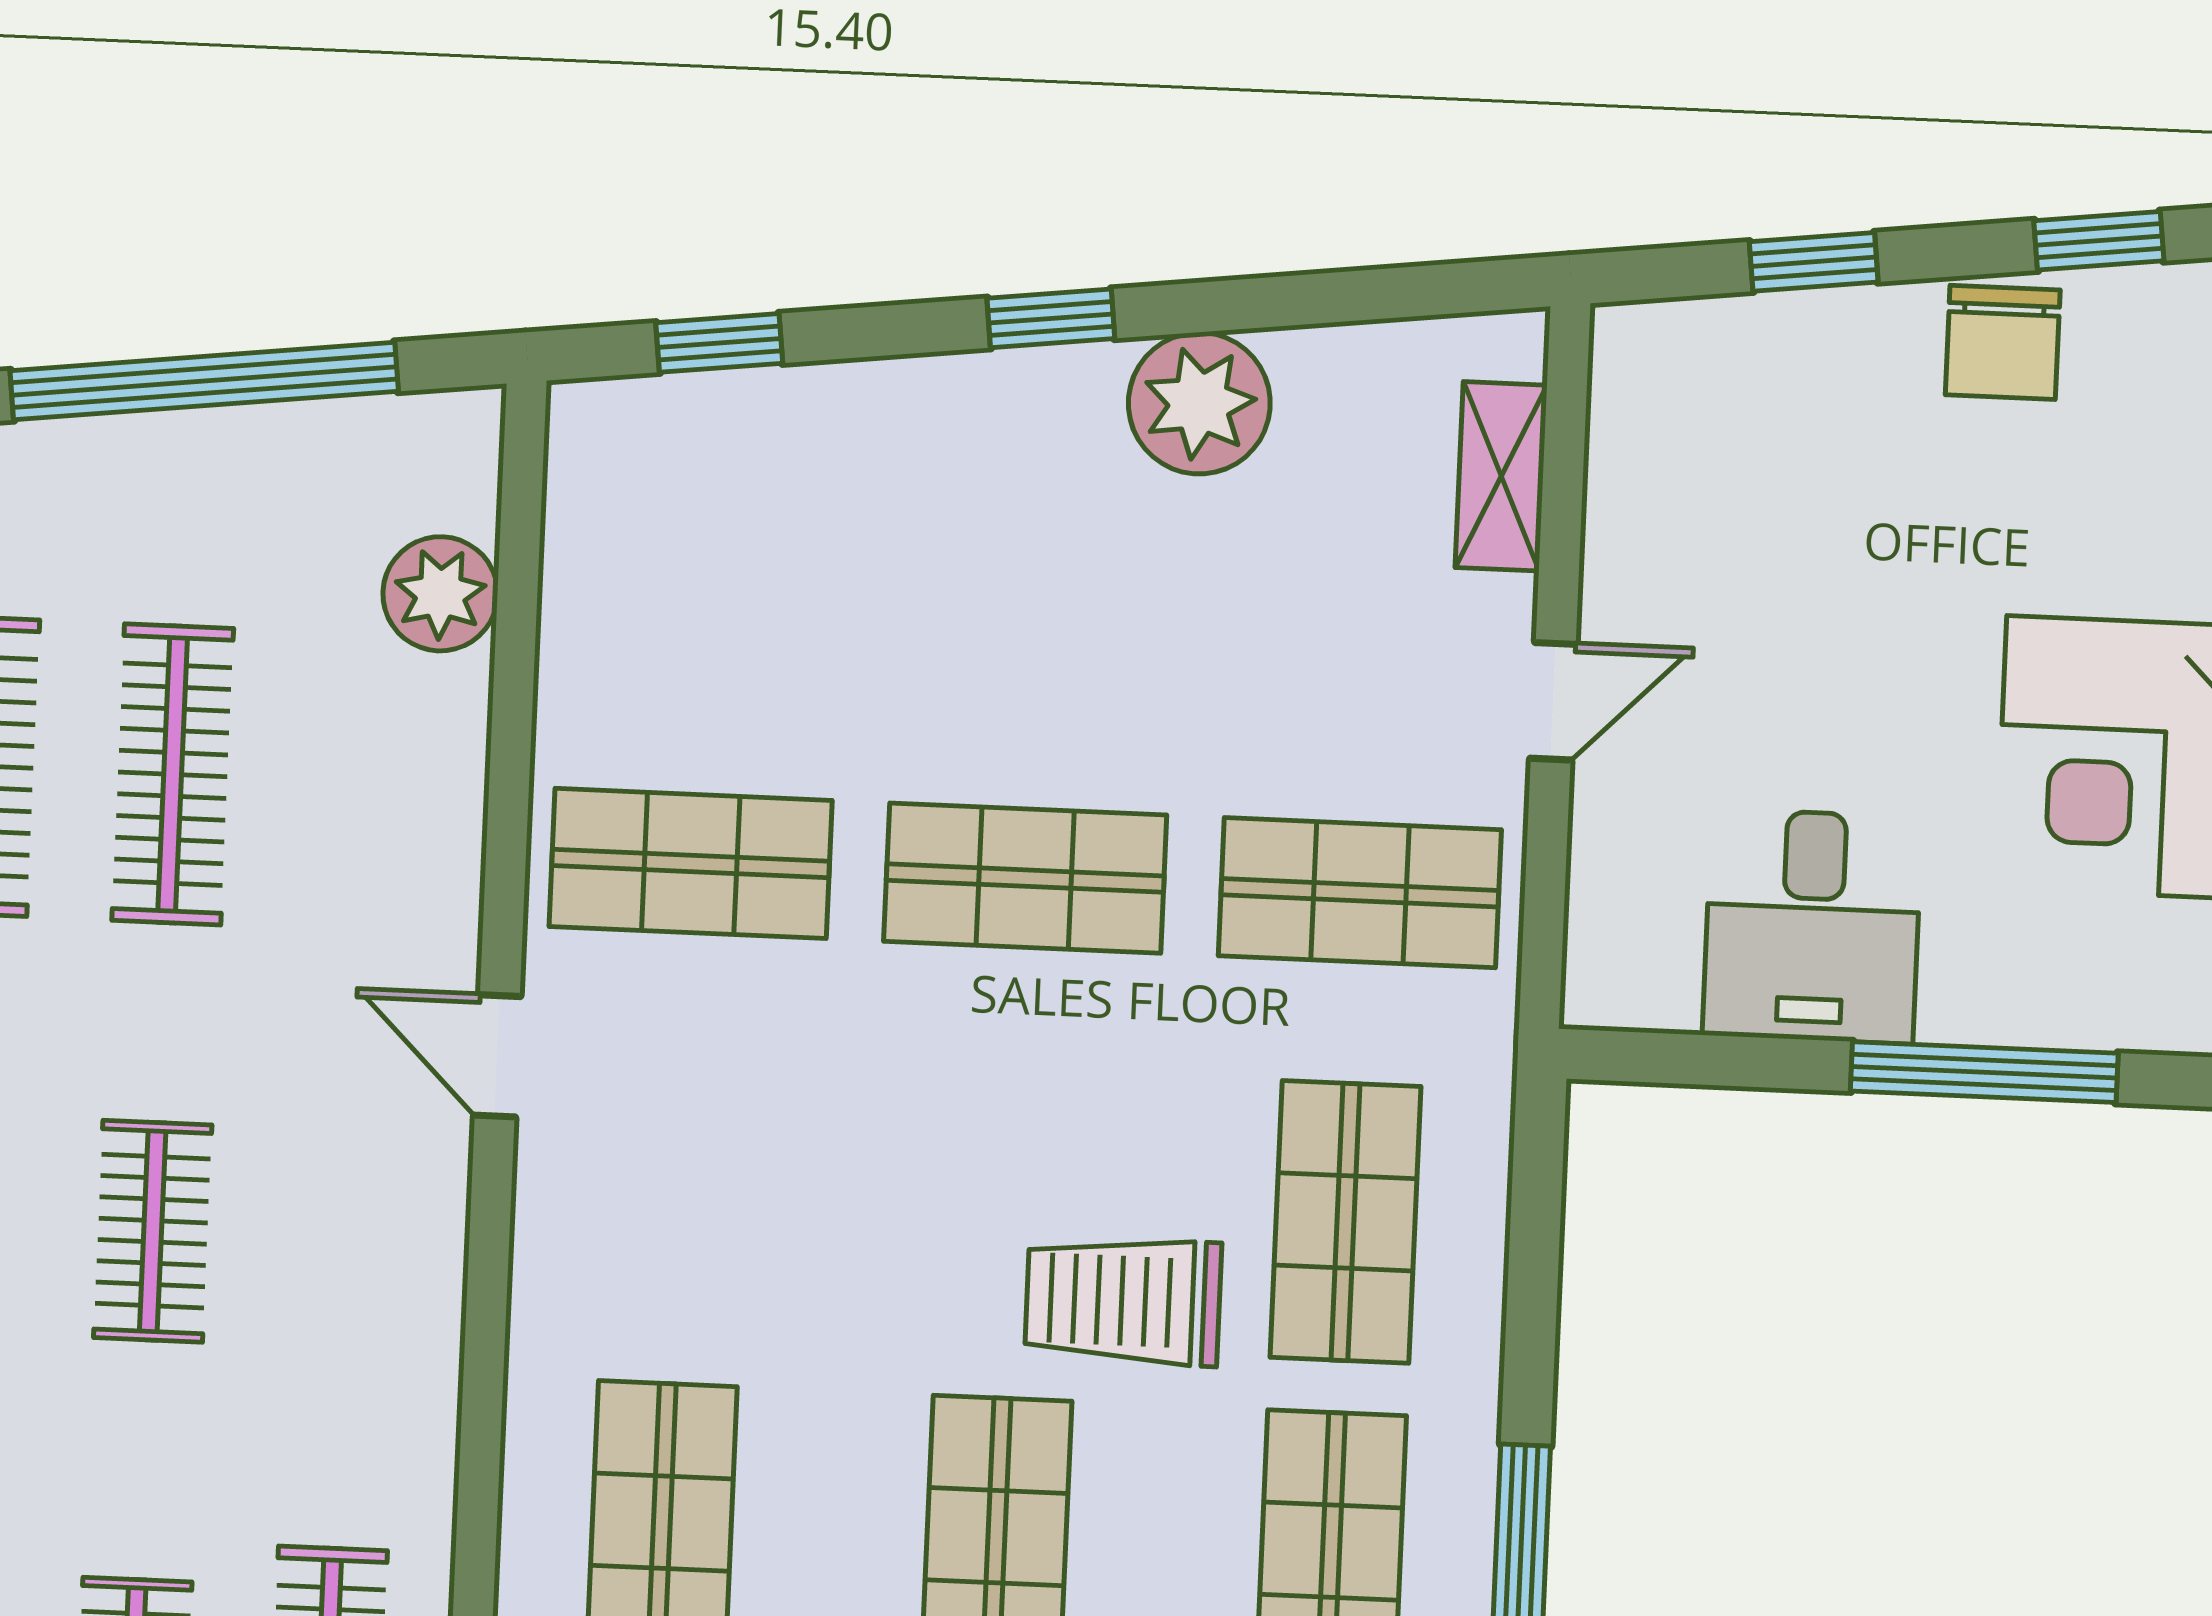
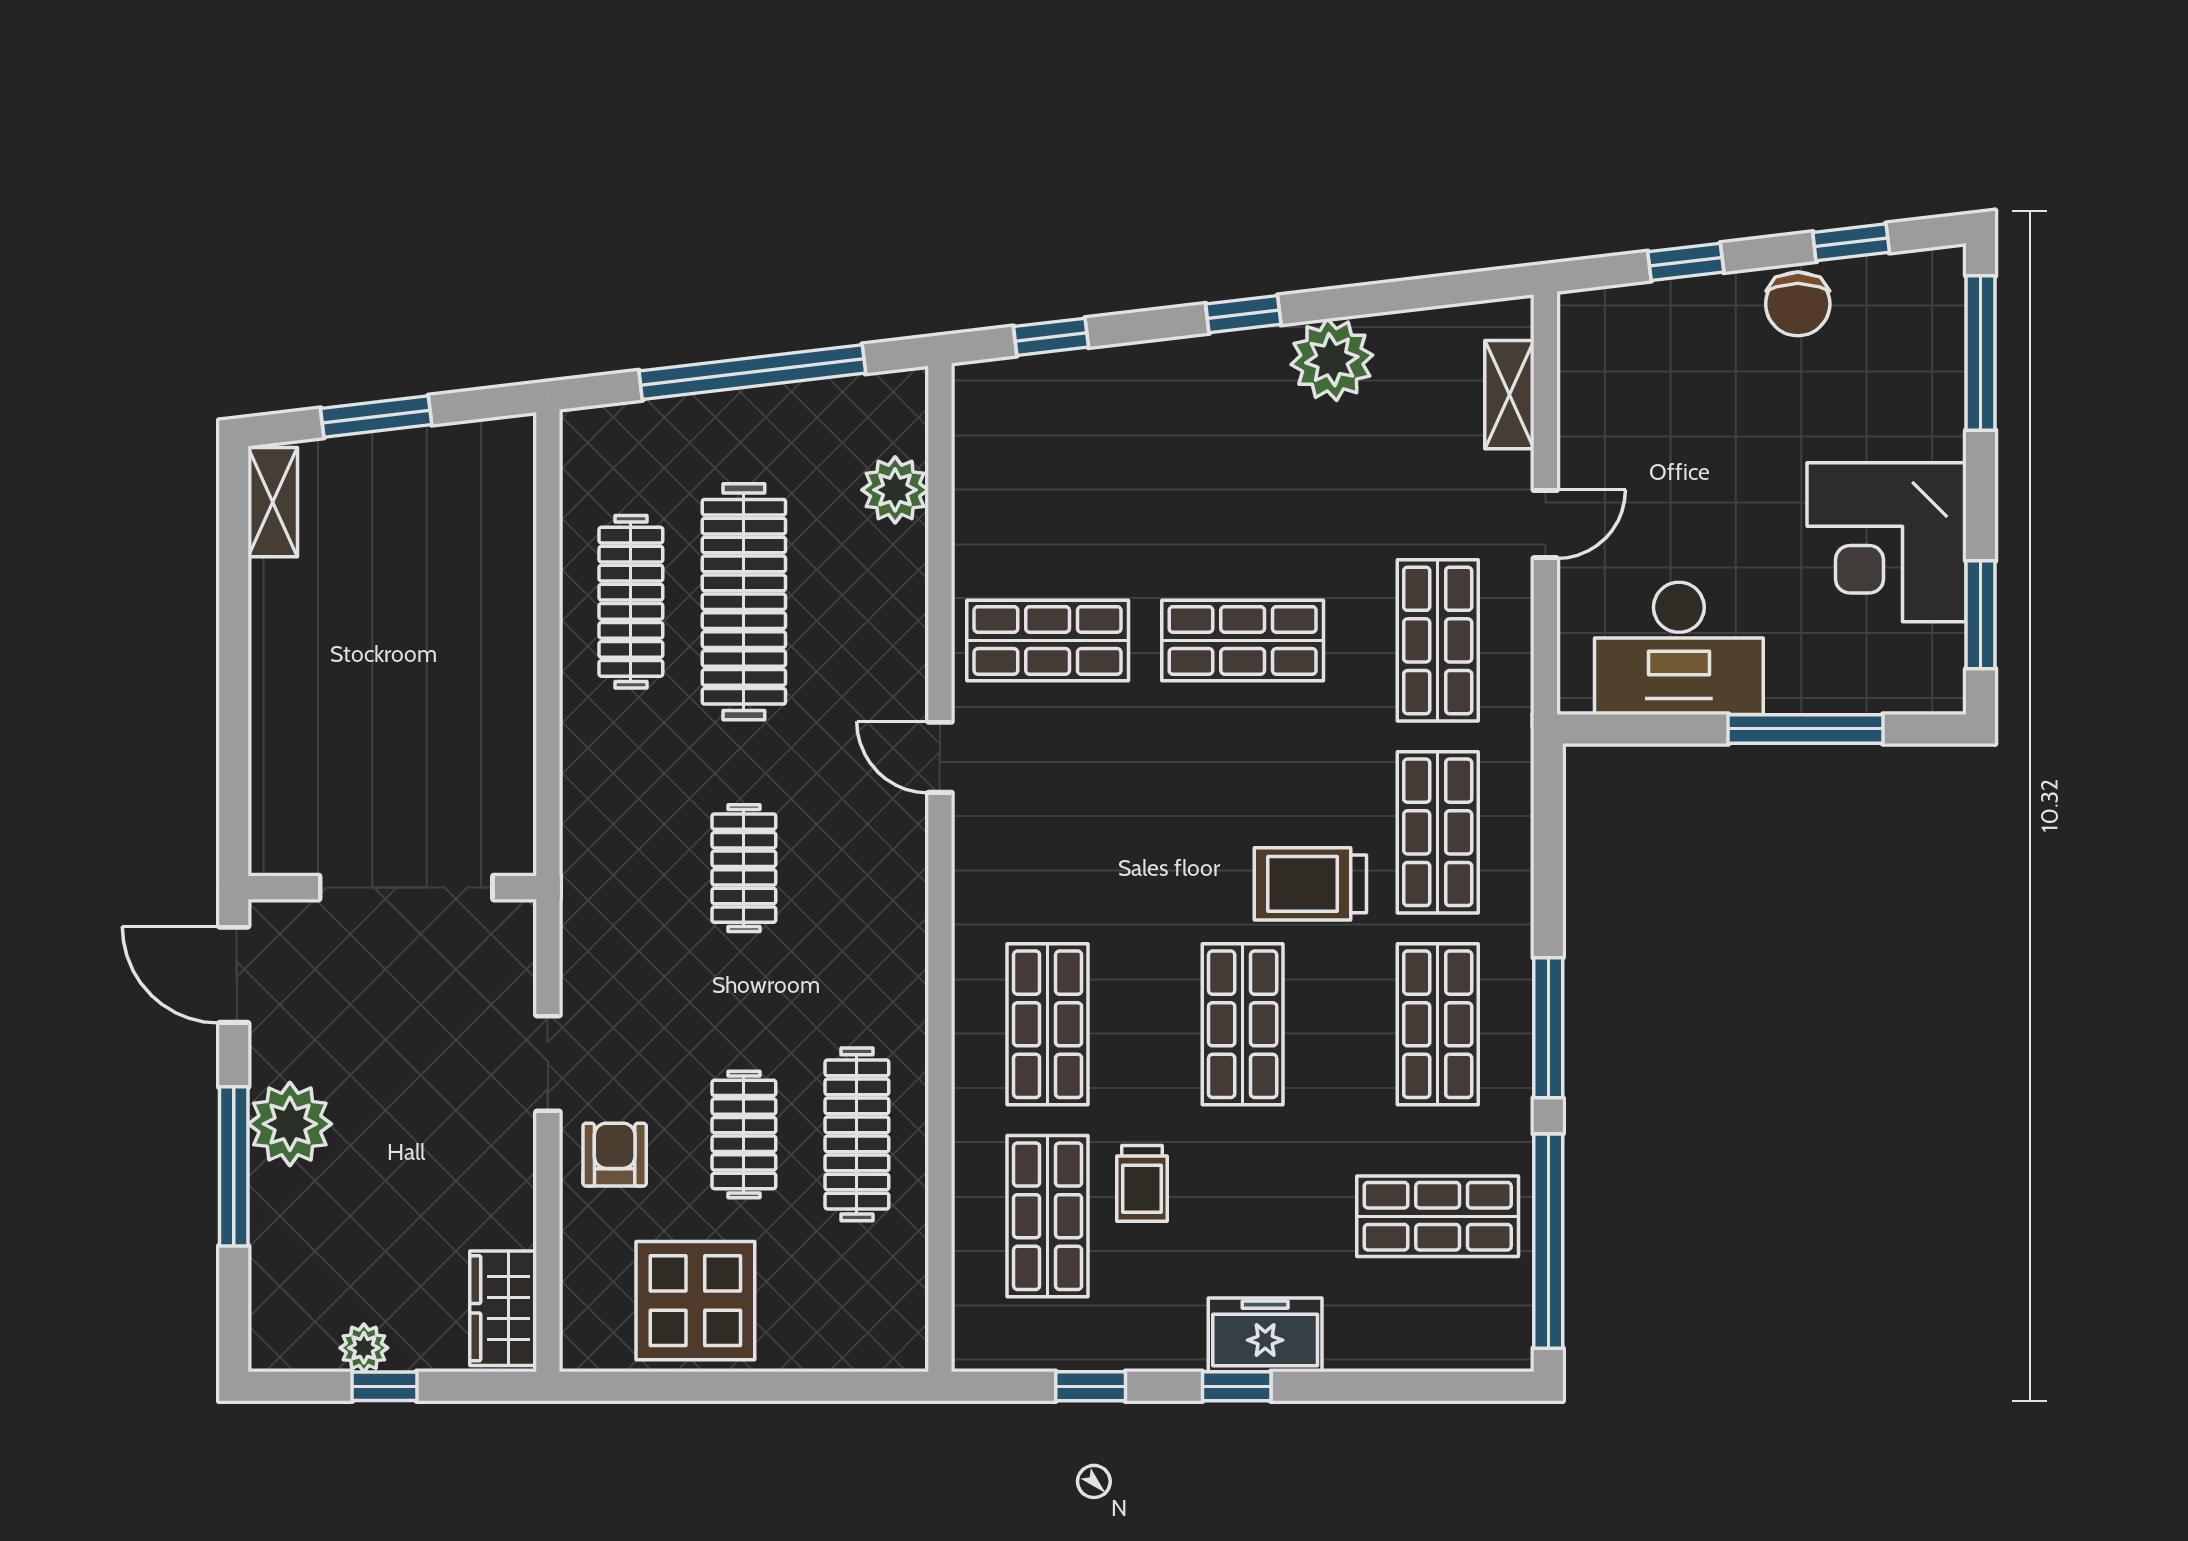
clothes rail: (173, 774) -> (744, 602), width x1.37, depth x1.31
shop shelf: (1360, 893) -> (1438, 640), turned 90
desk: (1812, 926) -> (1679, 648), width x1.37

